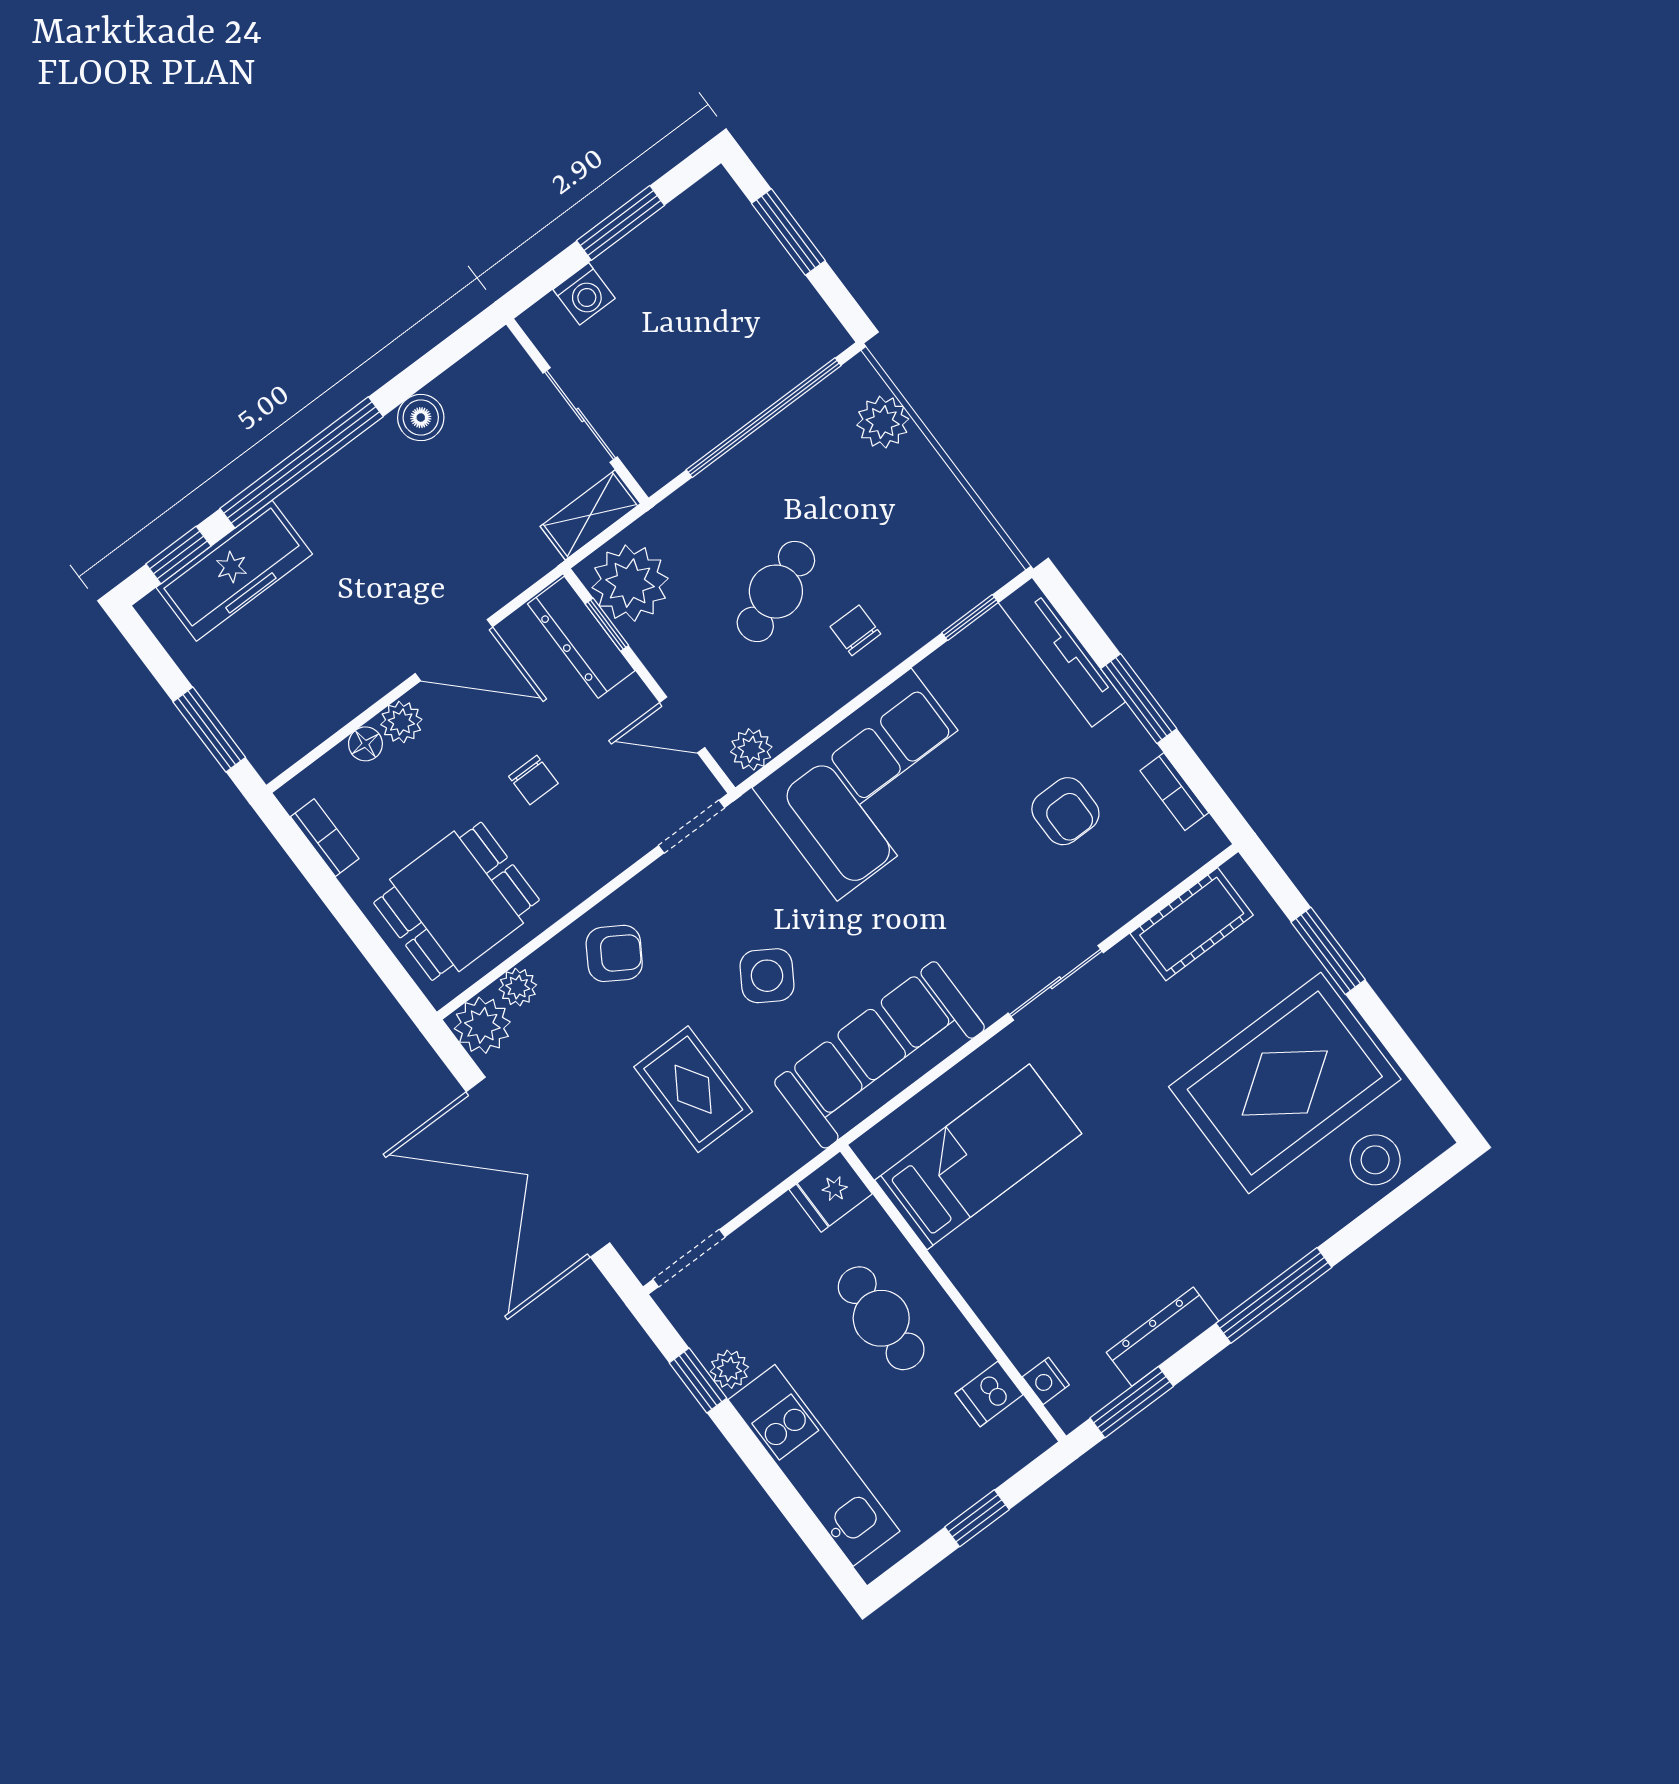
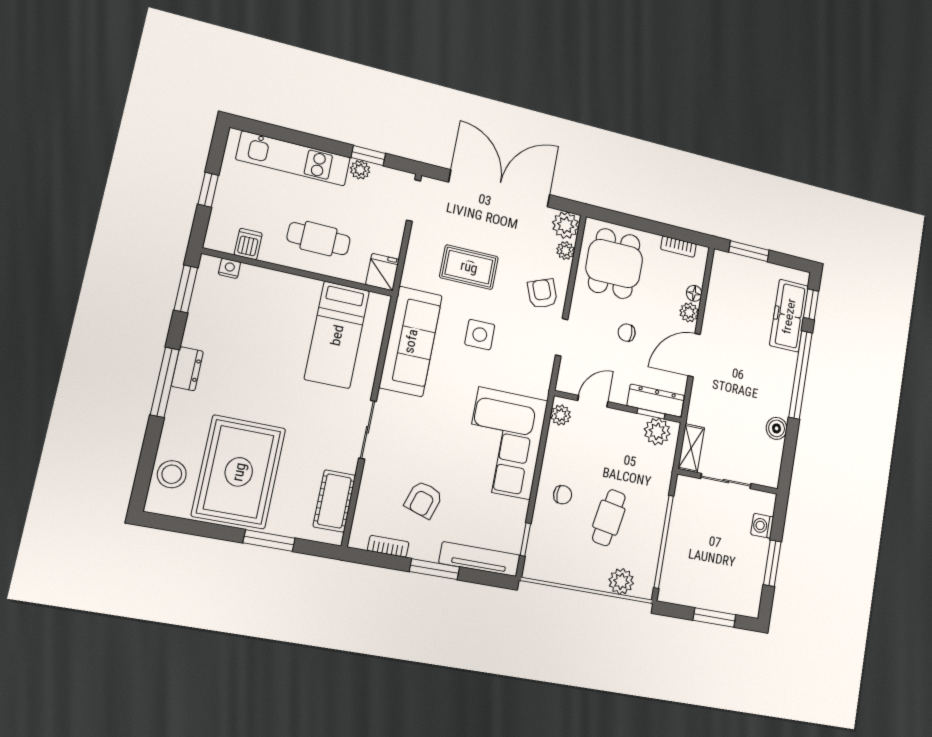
plant: (630, 583) -> (657, 431), width x0.73, depth x0.73
cafe table: (776, 592) -> (609, 518), moved, turned 31
armchair: (1065, 811) -> (424, 500), turned -72
doorway: (692, 827) -> (562, 337), moved
armchair: (614, 953) -> (542, 294), turned 127
side table: (767, 976) -> (480, 335), turned -32
dresser: (1163, 1337) -> (187, 369), moved, width x0.70

